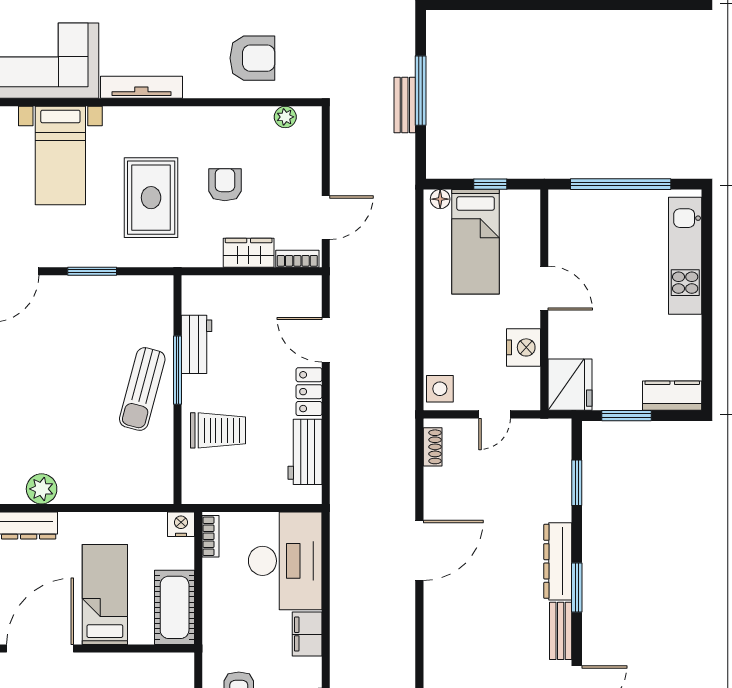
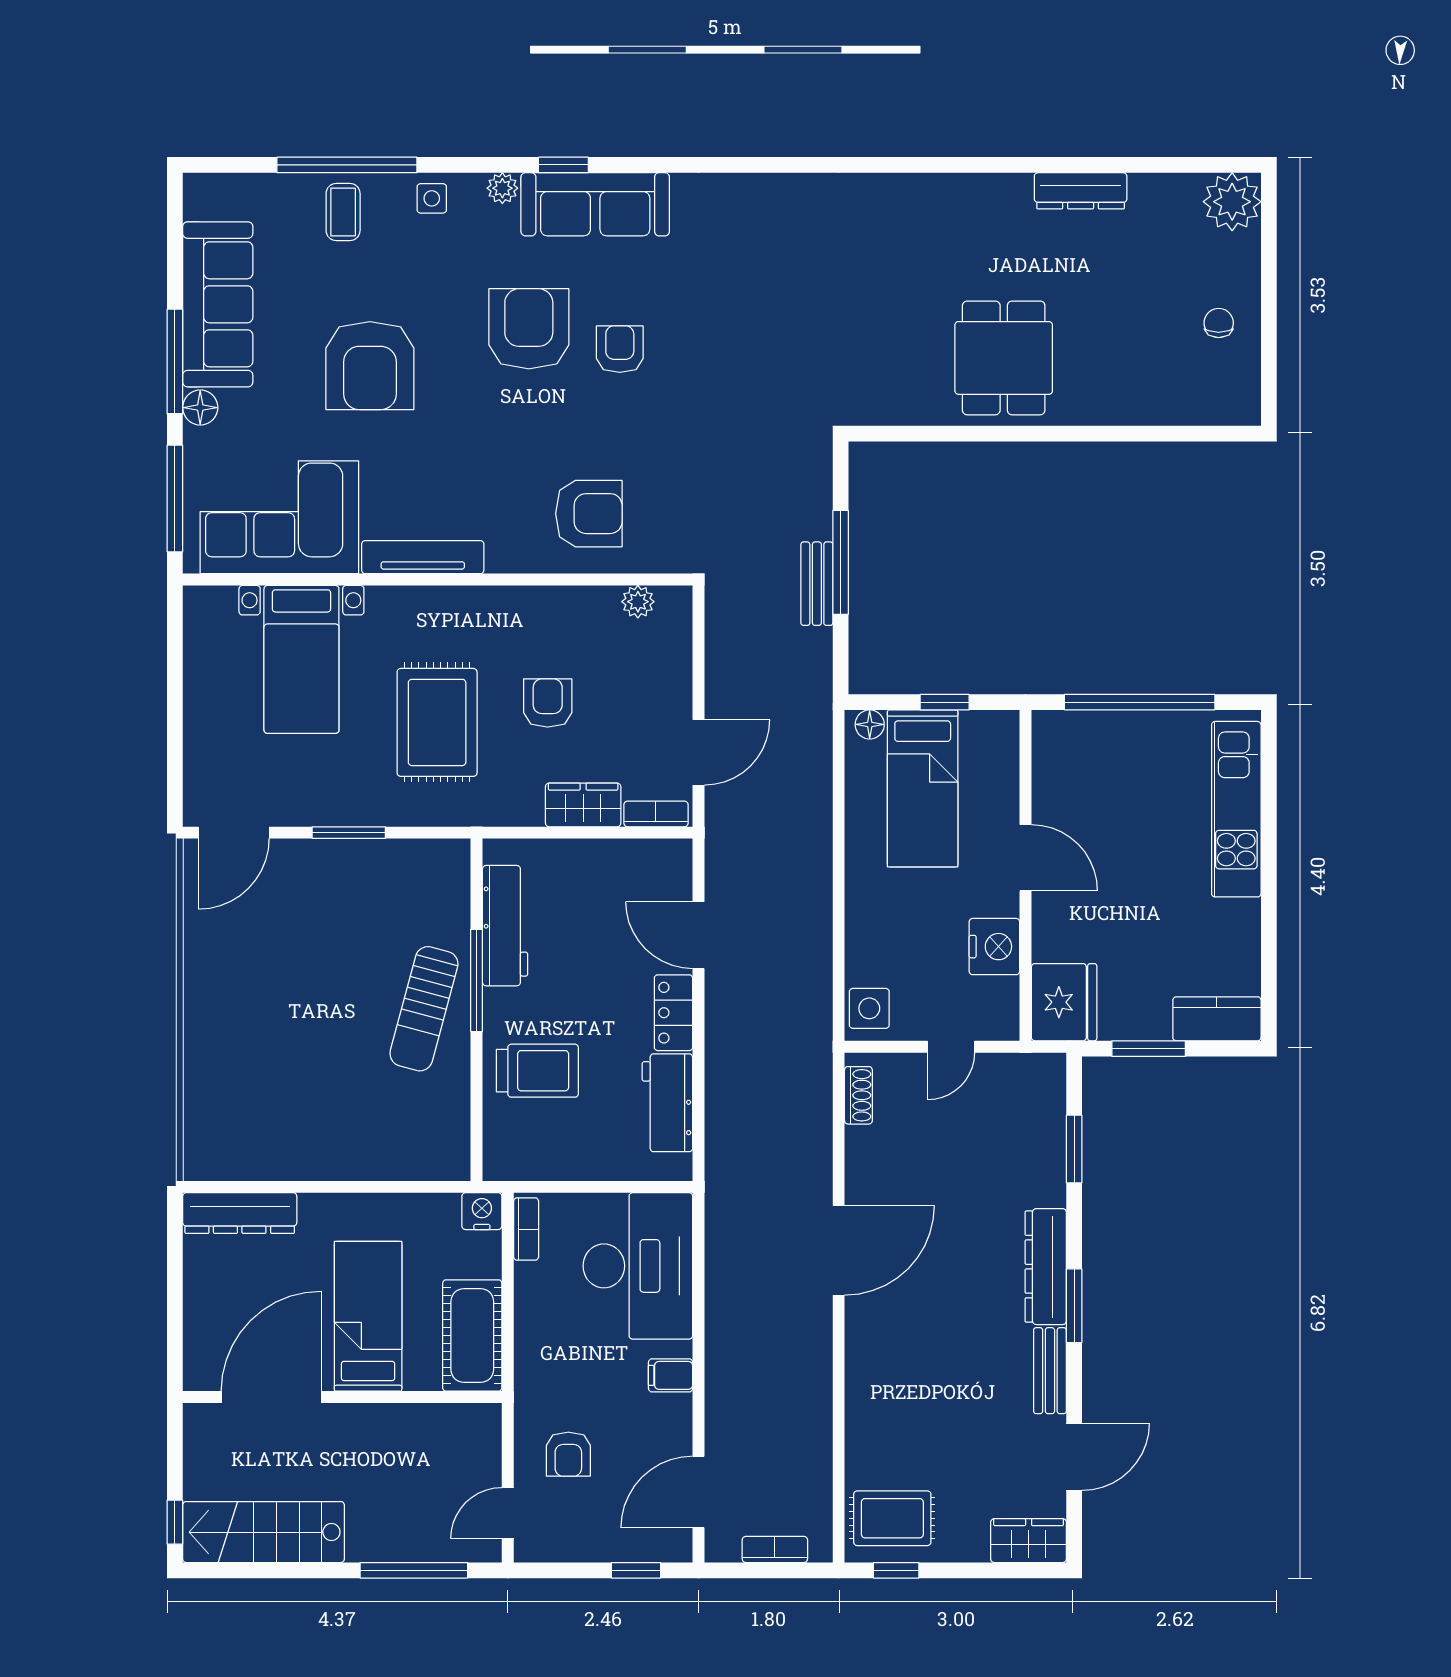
workbench: (196, 344) -> (505, 926), width x1.38
plant: (42, 489) -> (273, 1158), removed
filing cabinet: (307, 634) -> (671, 1375), width x0.50

